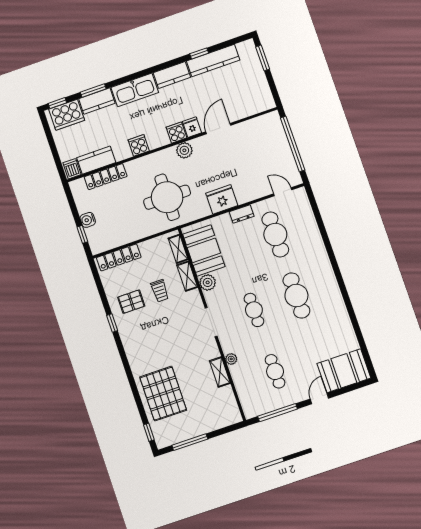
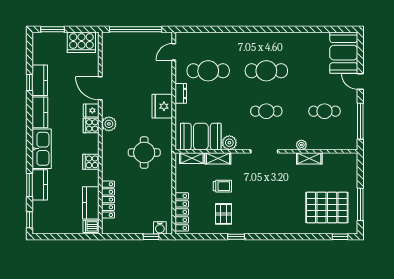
kitchen counter: (213, 60) -> (40, 80), width x0.67
cooker: (67, 115) -> (81, 42), moved, turned 90
round table: (167, 197) -> (144, 153), width x0.73, depth x0.73
water cooler: (88, 220) -> (160, 228), moved
pallet: (163, 394) -> (327, 207), moved

